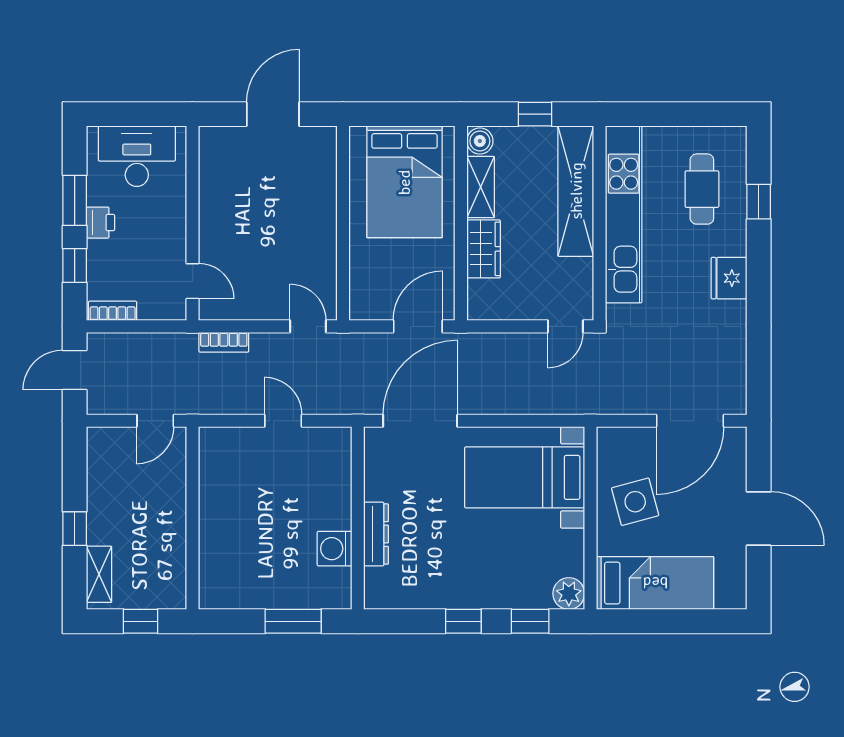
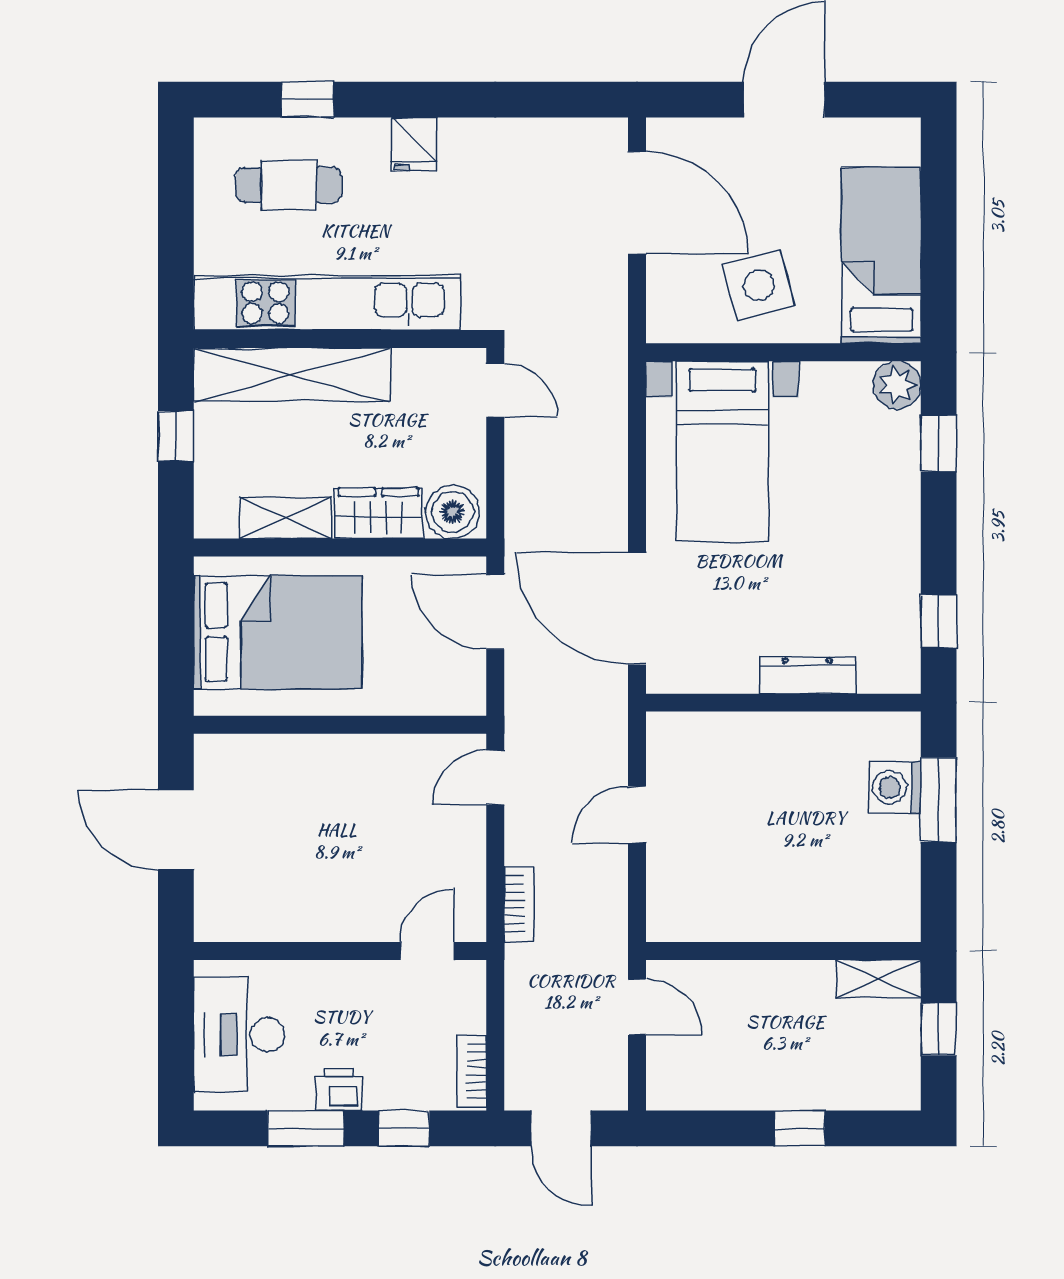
boiler: (480, 141) -> (453, 512), moved, width x1.36, depth x1.36
fridge: (729, 278) -> (414, 144), width x0.72
washing machine: (334, 549) -> (895, 787), moved, turned 90
shelving: (99, 574) -> (879, 979), moved
window: (463, 621) -> (939, 621), moved

